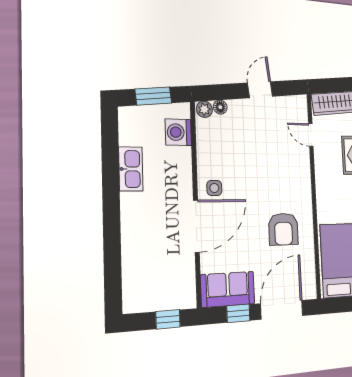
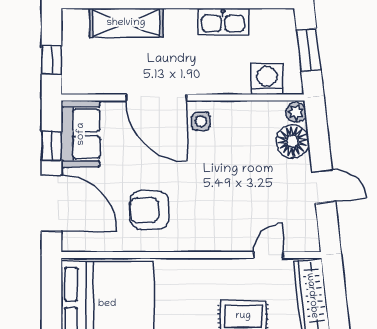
floor lamp: (220, 107) -> (292, 141), width x1.89, depth x1.89
shelving: (134, 255) -> (126, 23), added

